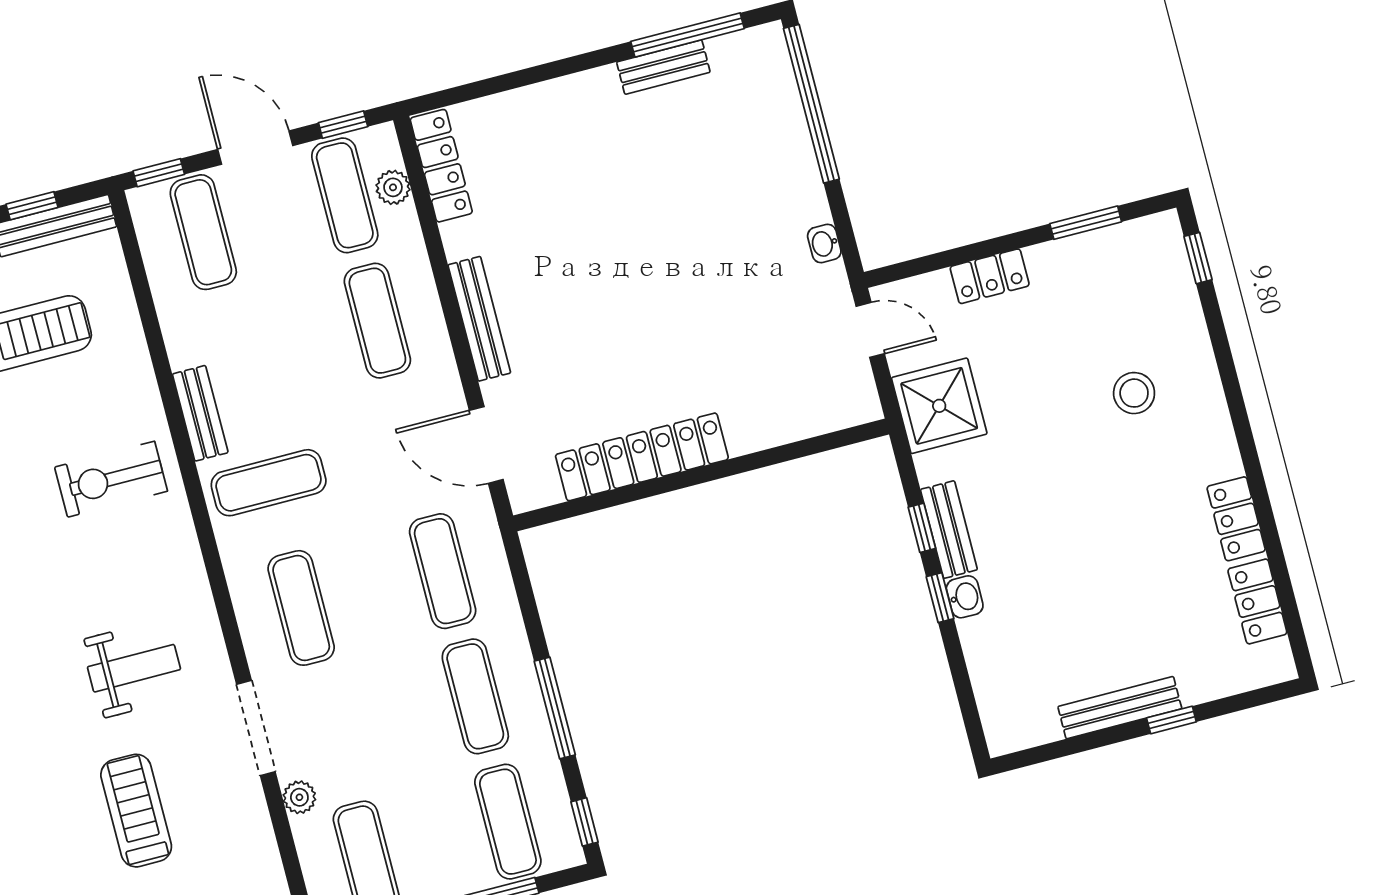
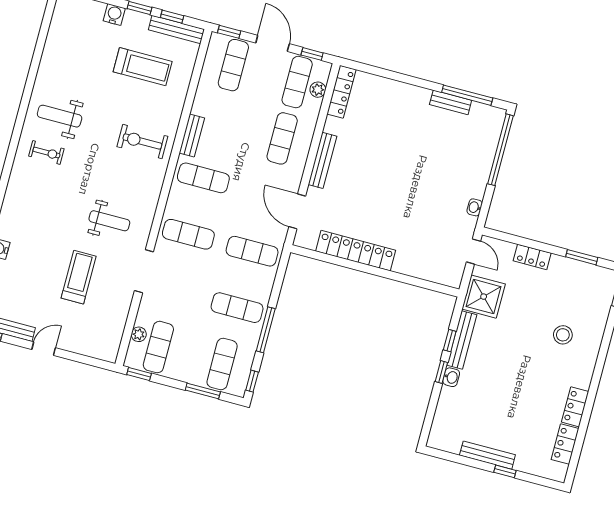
bench: (949, 530) -> (462, 340), width x1.36
exercise mat: (443, 571) -> (252, 251), turned 90
exercise mat: (301, 608) -> (188, 234), turned 90
exercise mat: (475, 696) -> (237, 308), turned 90
plant: (299, 797) -> (139, 334), moved

